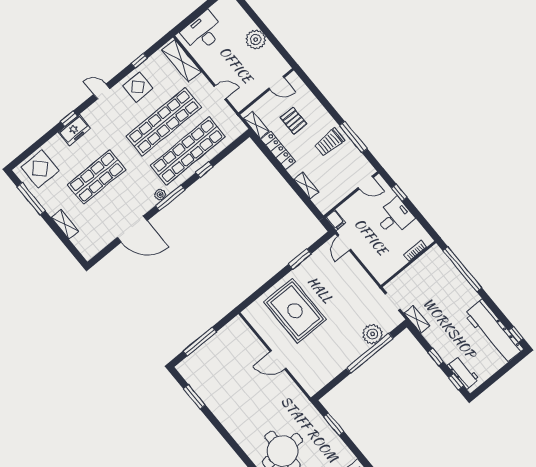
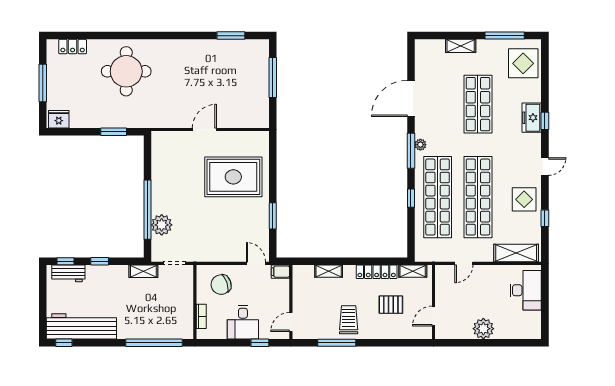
chair: (380, 255) -> (221, 285), added

